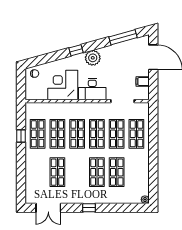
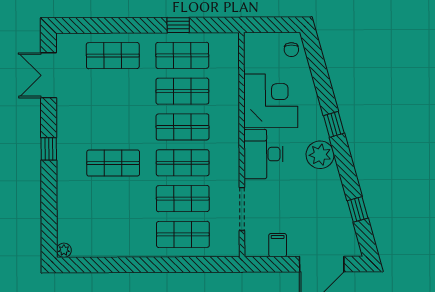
window: (123, 37) -> (358, 209), width x0.46
shop shelf: (57, 172) -> (113, 56), moved
shop shelf: (117, 172) -> (113, 199), removed

